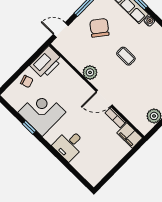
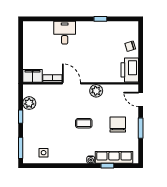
chair: (99, 28) -> (118, 125), turned -128
door: (61, 30) -> (141, 99), swing flipped
door: (104, 98) -> (72, 83), hinge flipped
corner desk: (42, 112) -> (102, 36), removed

